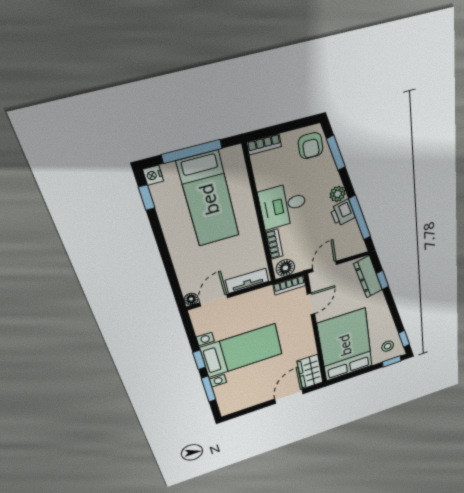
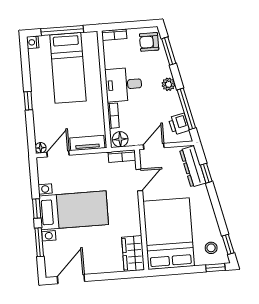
armchair: (311, 146) -> (149, 42), turned 90
window: (147, 198) -> (28, 101), moved
printer: (343, 213) -> (179, 124), moved
door: (289, 396) -> (71, 279), moved

